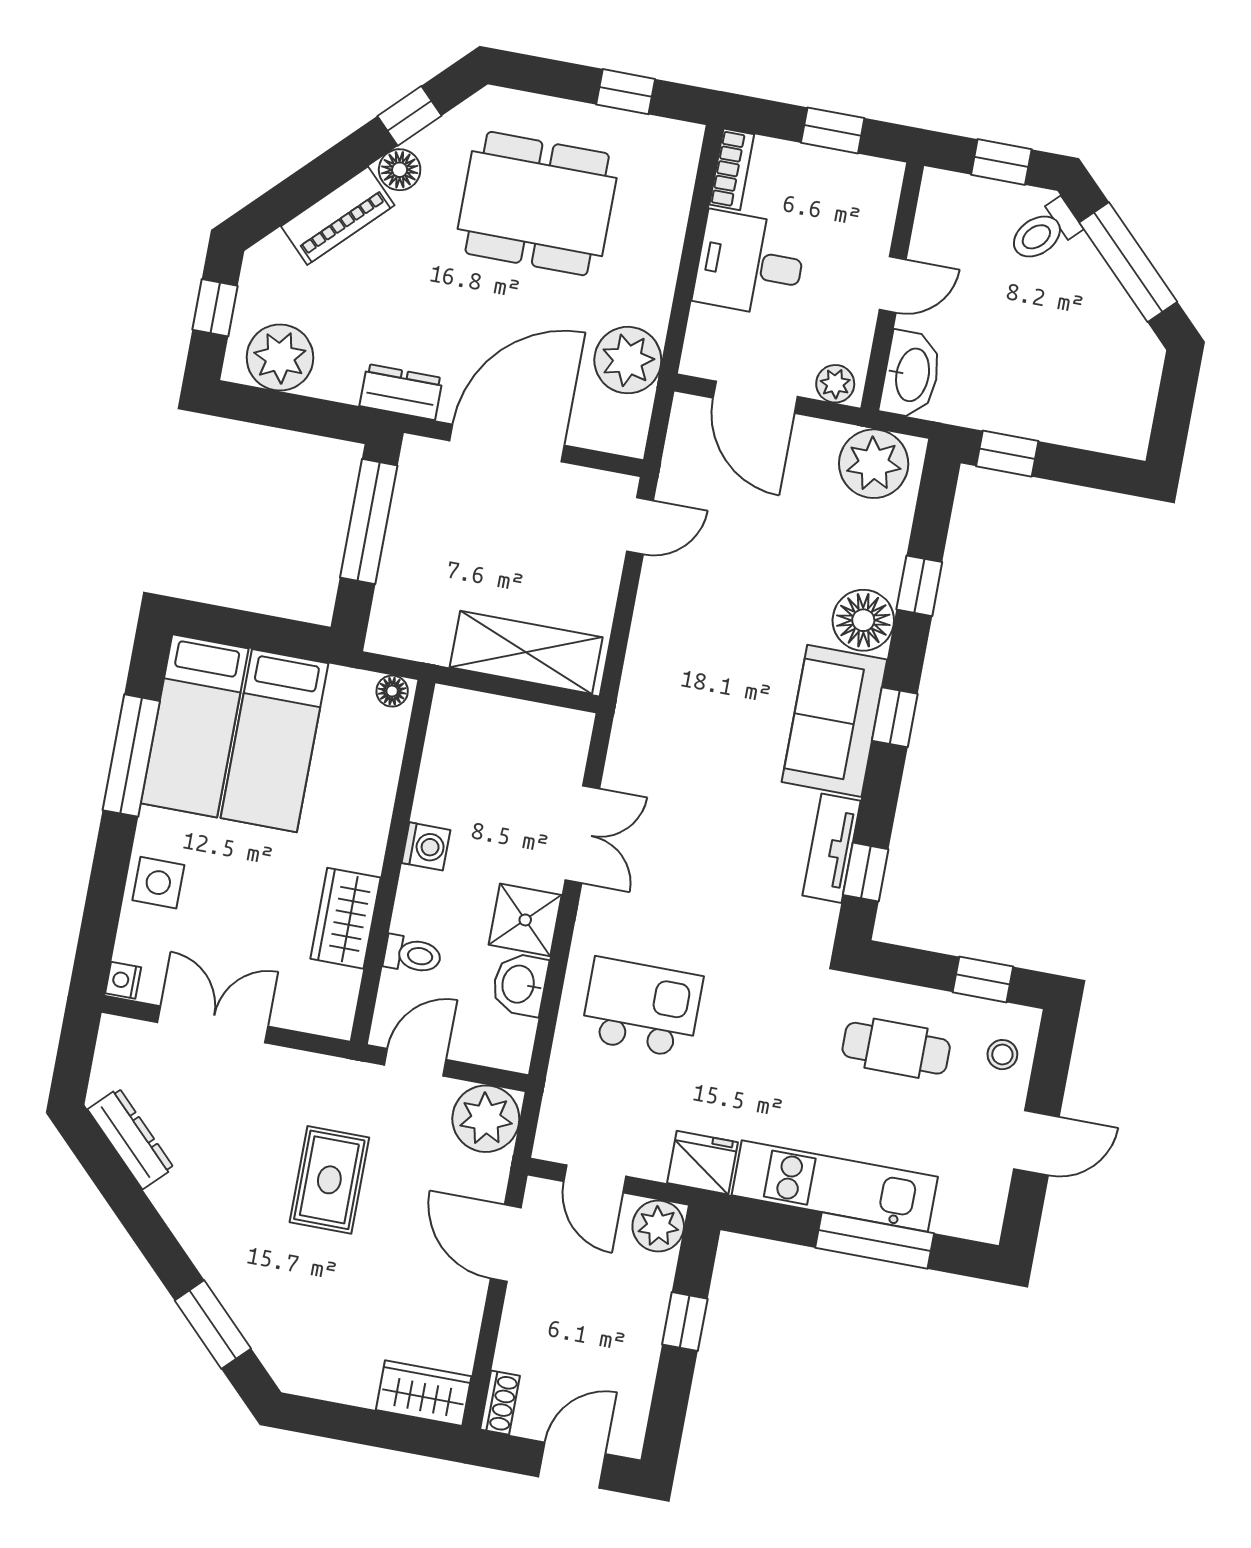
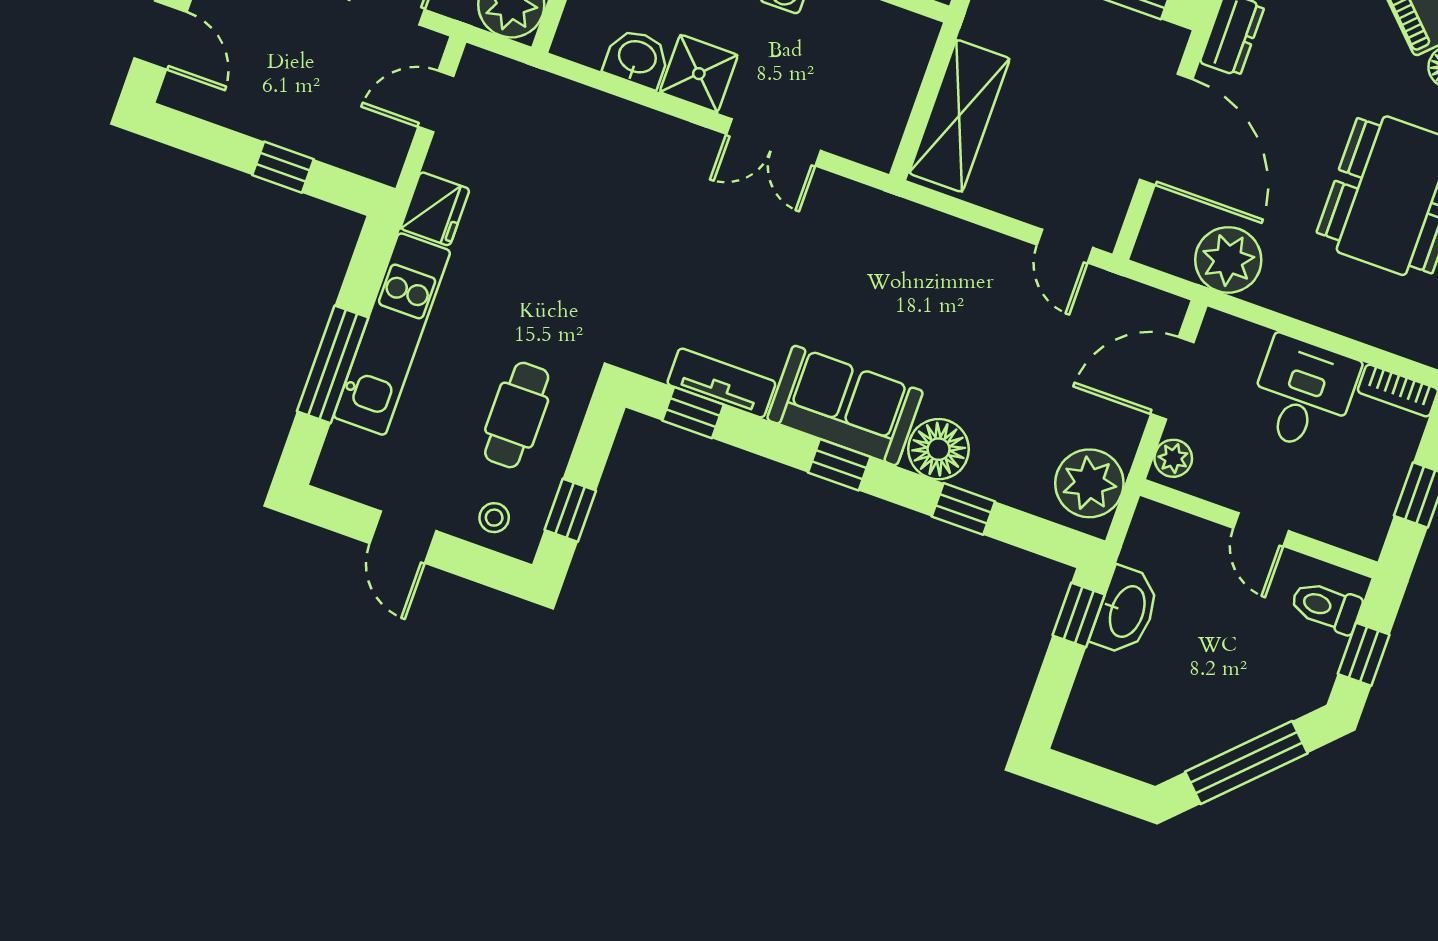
toilet: (1044, 231) -> (1326, 607), moved, turned -45
washbasin: (911, 375) -> (1126, 611), moved, turned -90
kitchen island: (642, 1008) -> (596, 174), removed
plant: (658, 1226) -> (380, 156), removed

